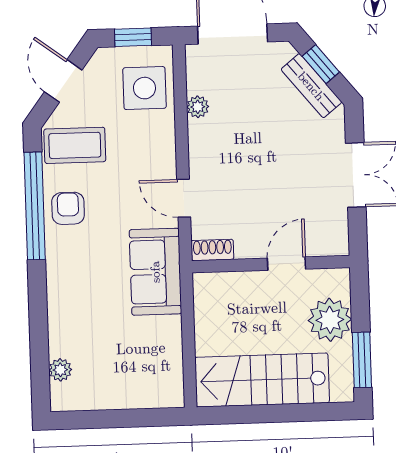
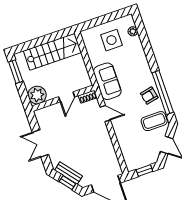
side table: (144, 88) -> (111, 40), moved
plant: (198, 107) -> (111, 151), removed
armchair: (68, 208) -> (149, 96), turned 78
door: (287, 264) -> (67, 97), moved
plant: (330, 320) -> (37, 95), moved

